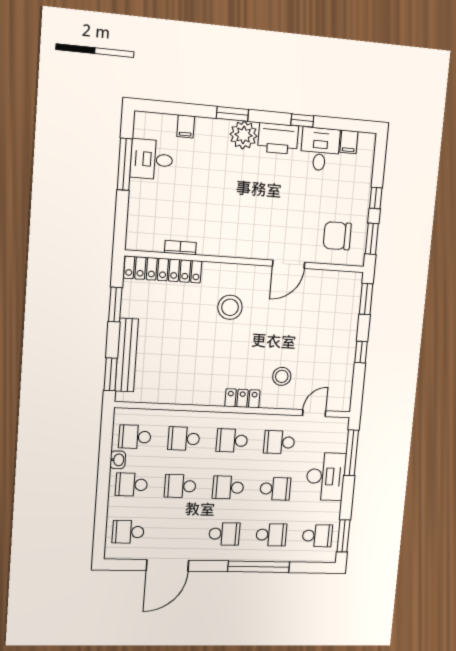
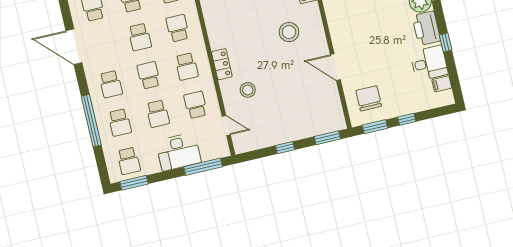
school desk: (232, 440) -> (187, 67), turned 180
school desk: (180, 486) -> (140, 37), turned 180

